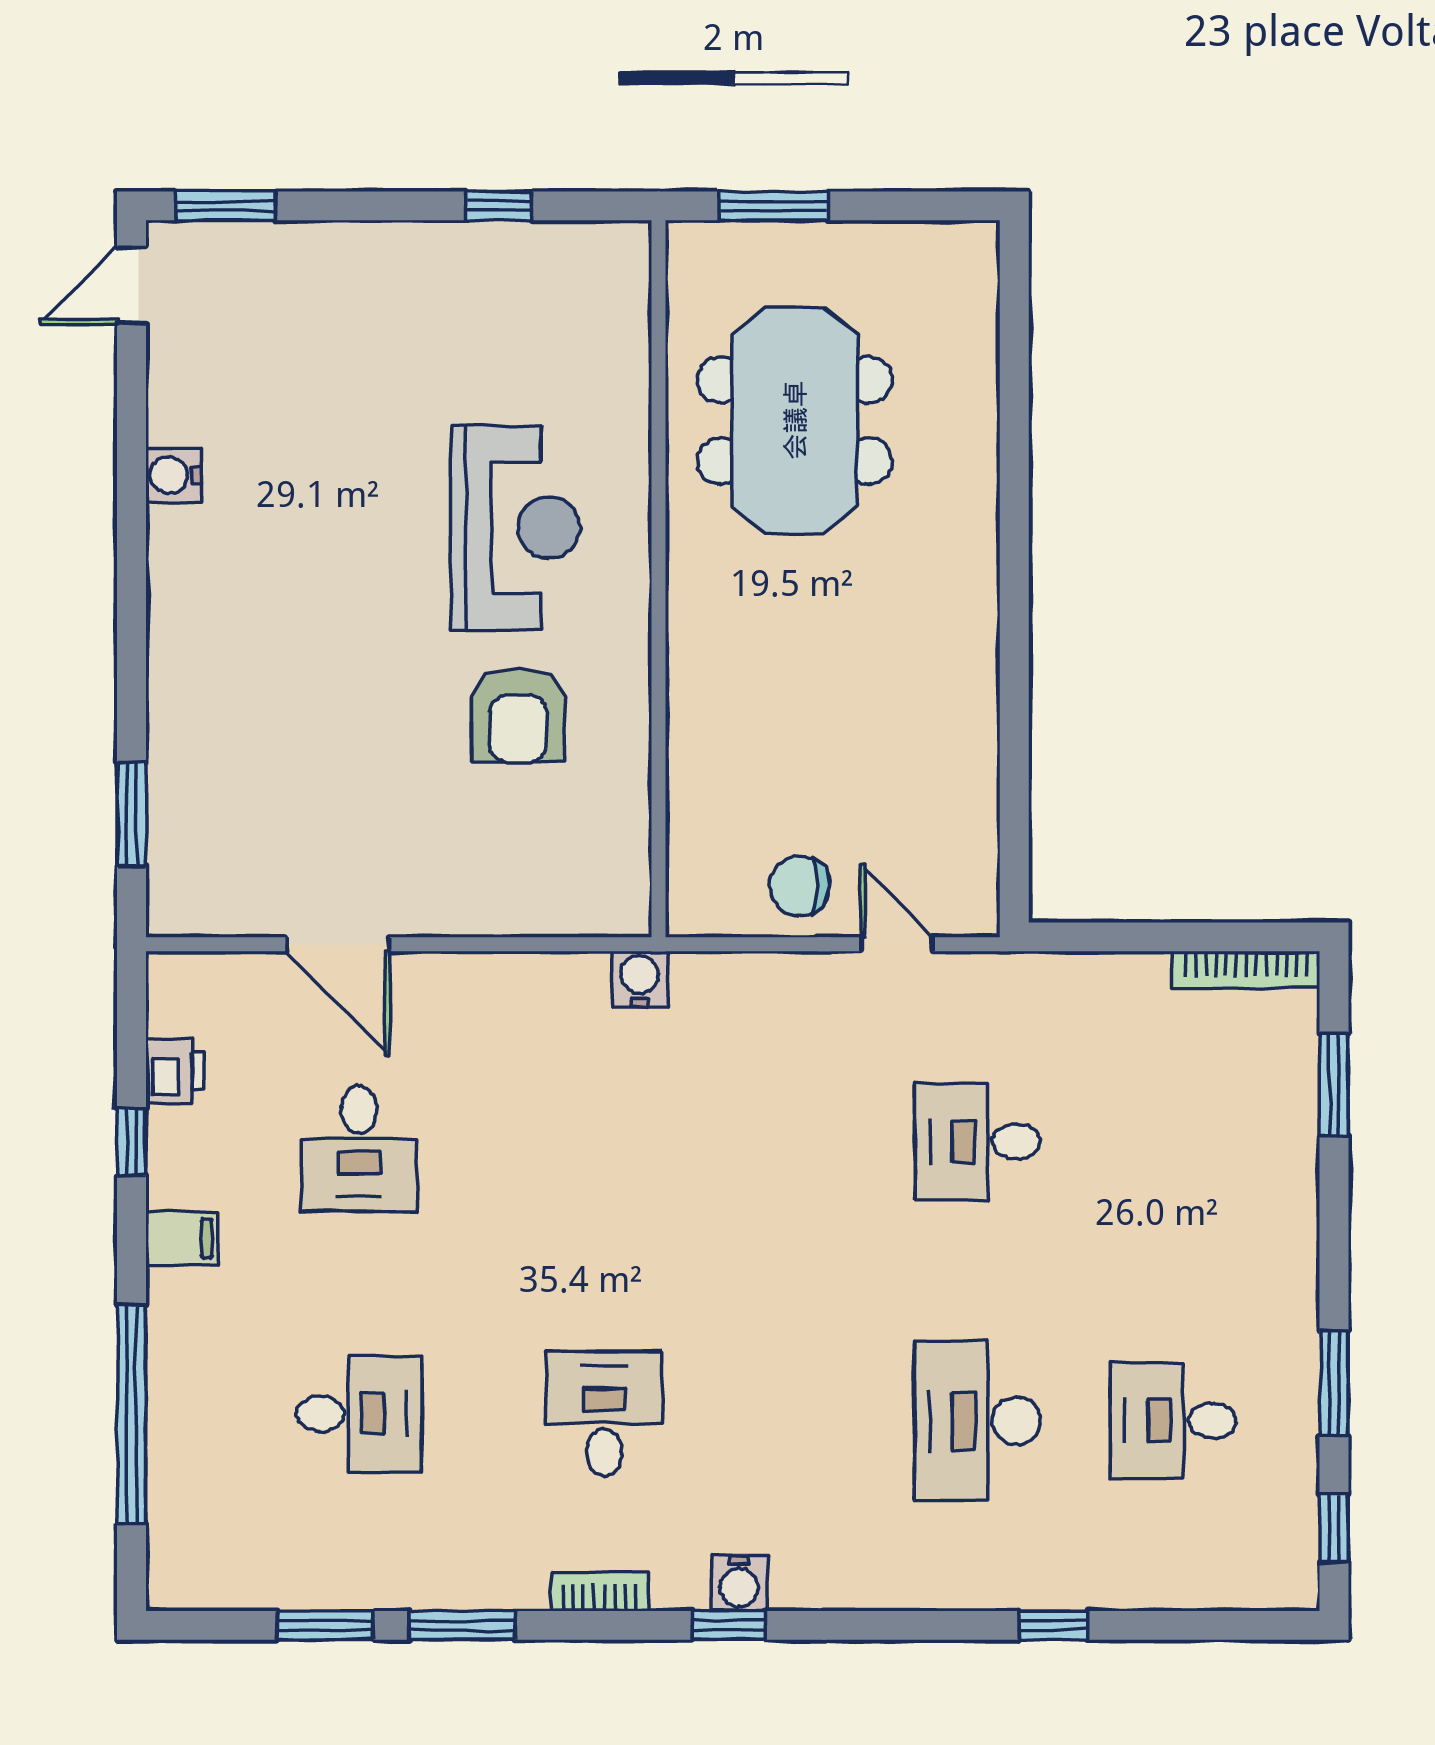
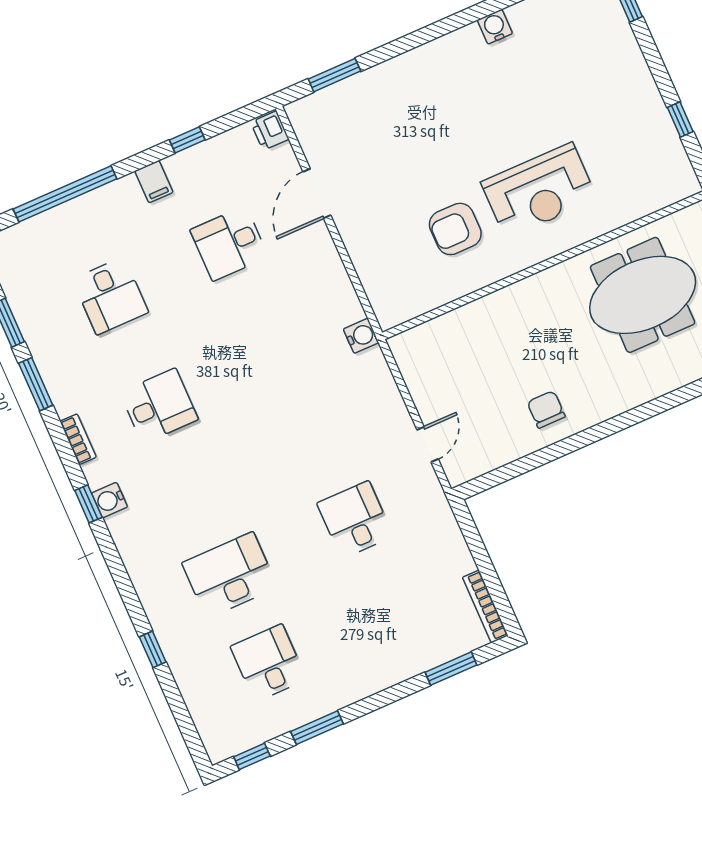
chair: (800, 886) -> (546, 409), moved
printer: (175, 1071) -> (270, 131), moved, turned 90

